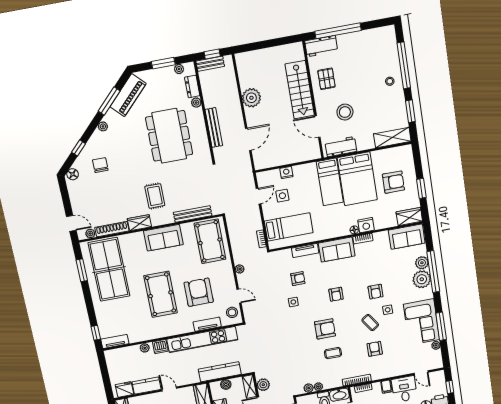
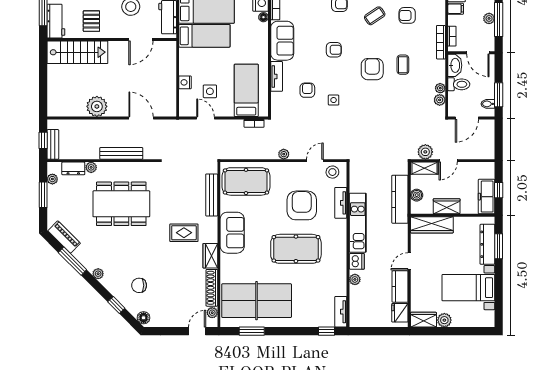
pallet: (326, 79) -> (91, 21), turned 90
stairs: (300, 90) -> (77, 52), moved
piano: (128, 95) -> (64, 237), width x0.73, depth x0.75
armchair: (199, 292) -> (302, 205), turned 90
kitchen unit: (202, 340) -> (358, 223), width x0.73

